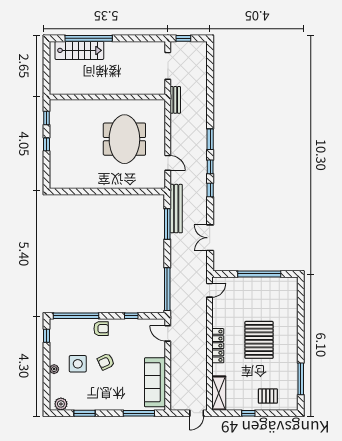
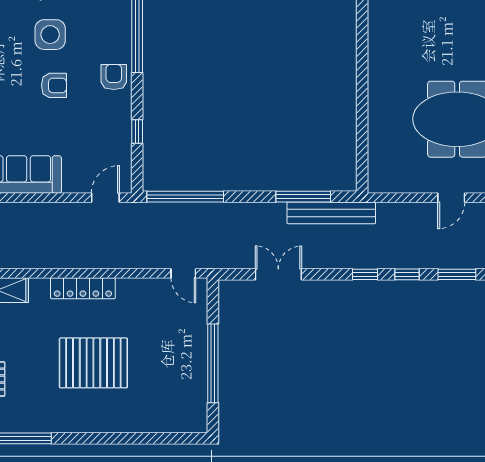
door: (168, 163) -> (451, 198), moved
armchair: (101, 329) -> (114, 77), turned 180
armchair: (106, 362) -> (54, 85), turned 116

